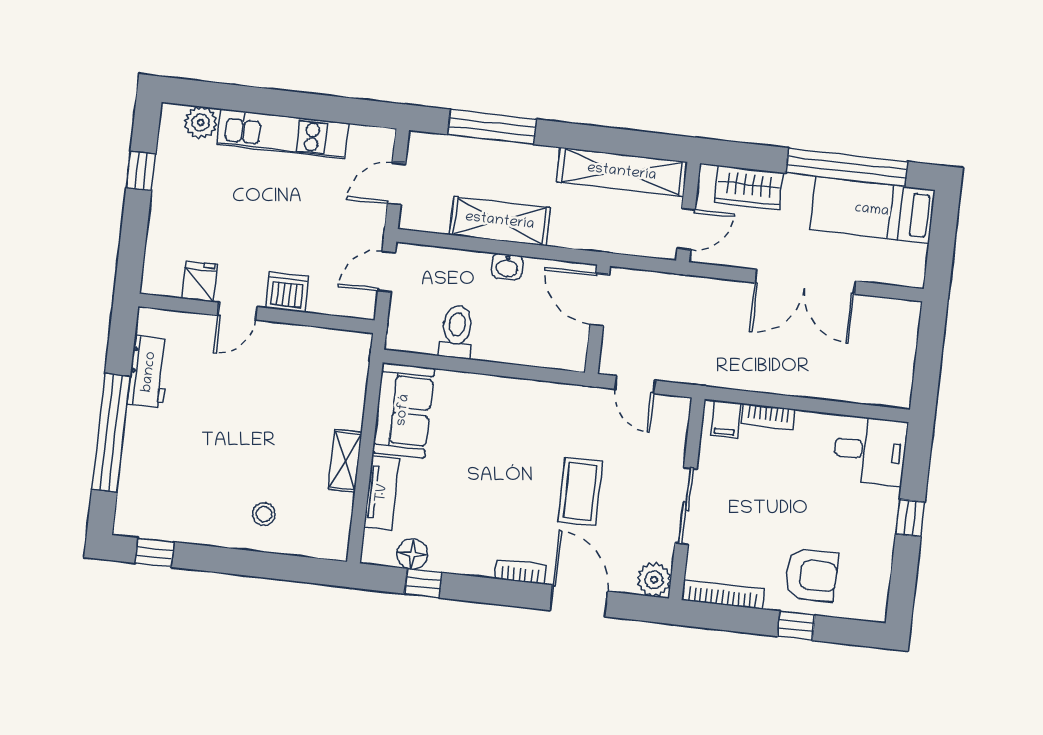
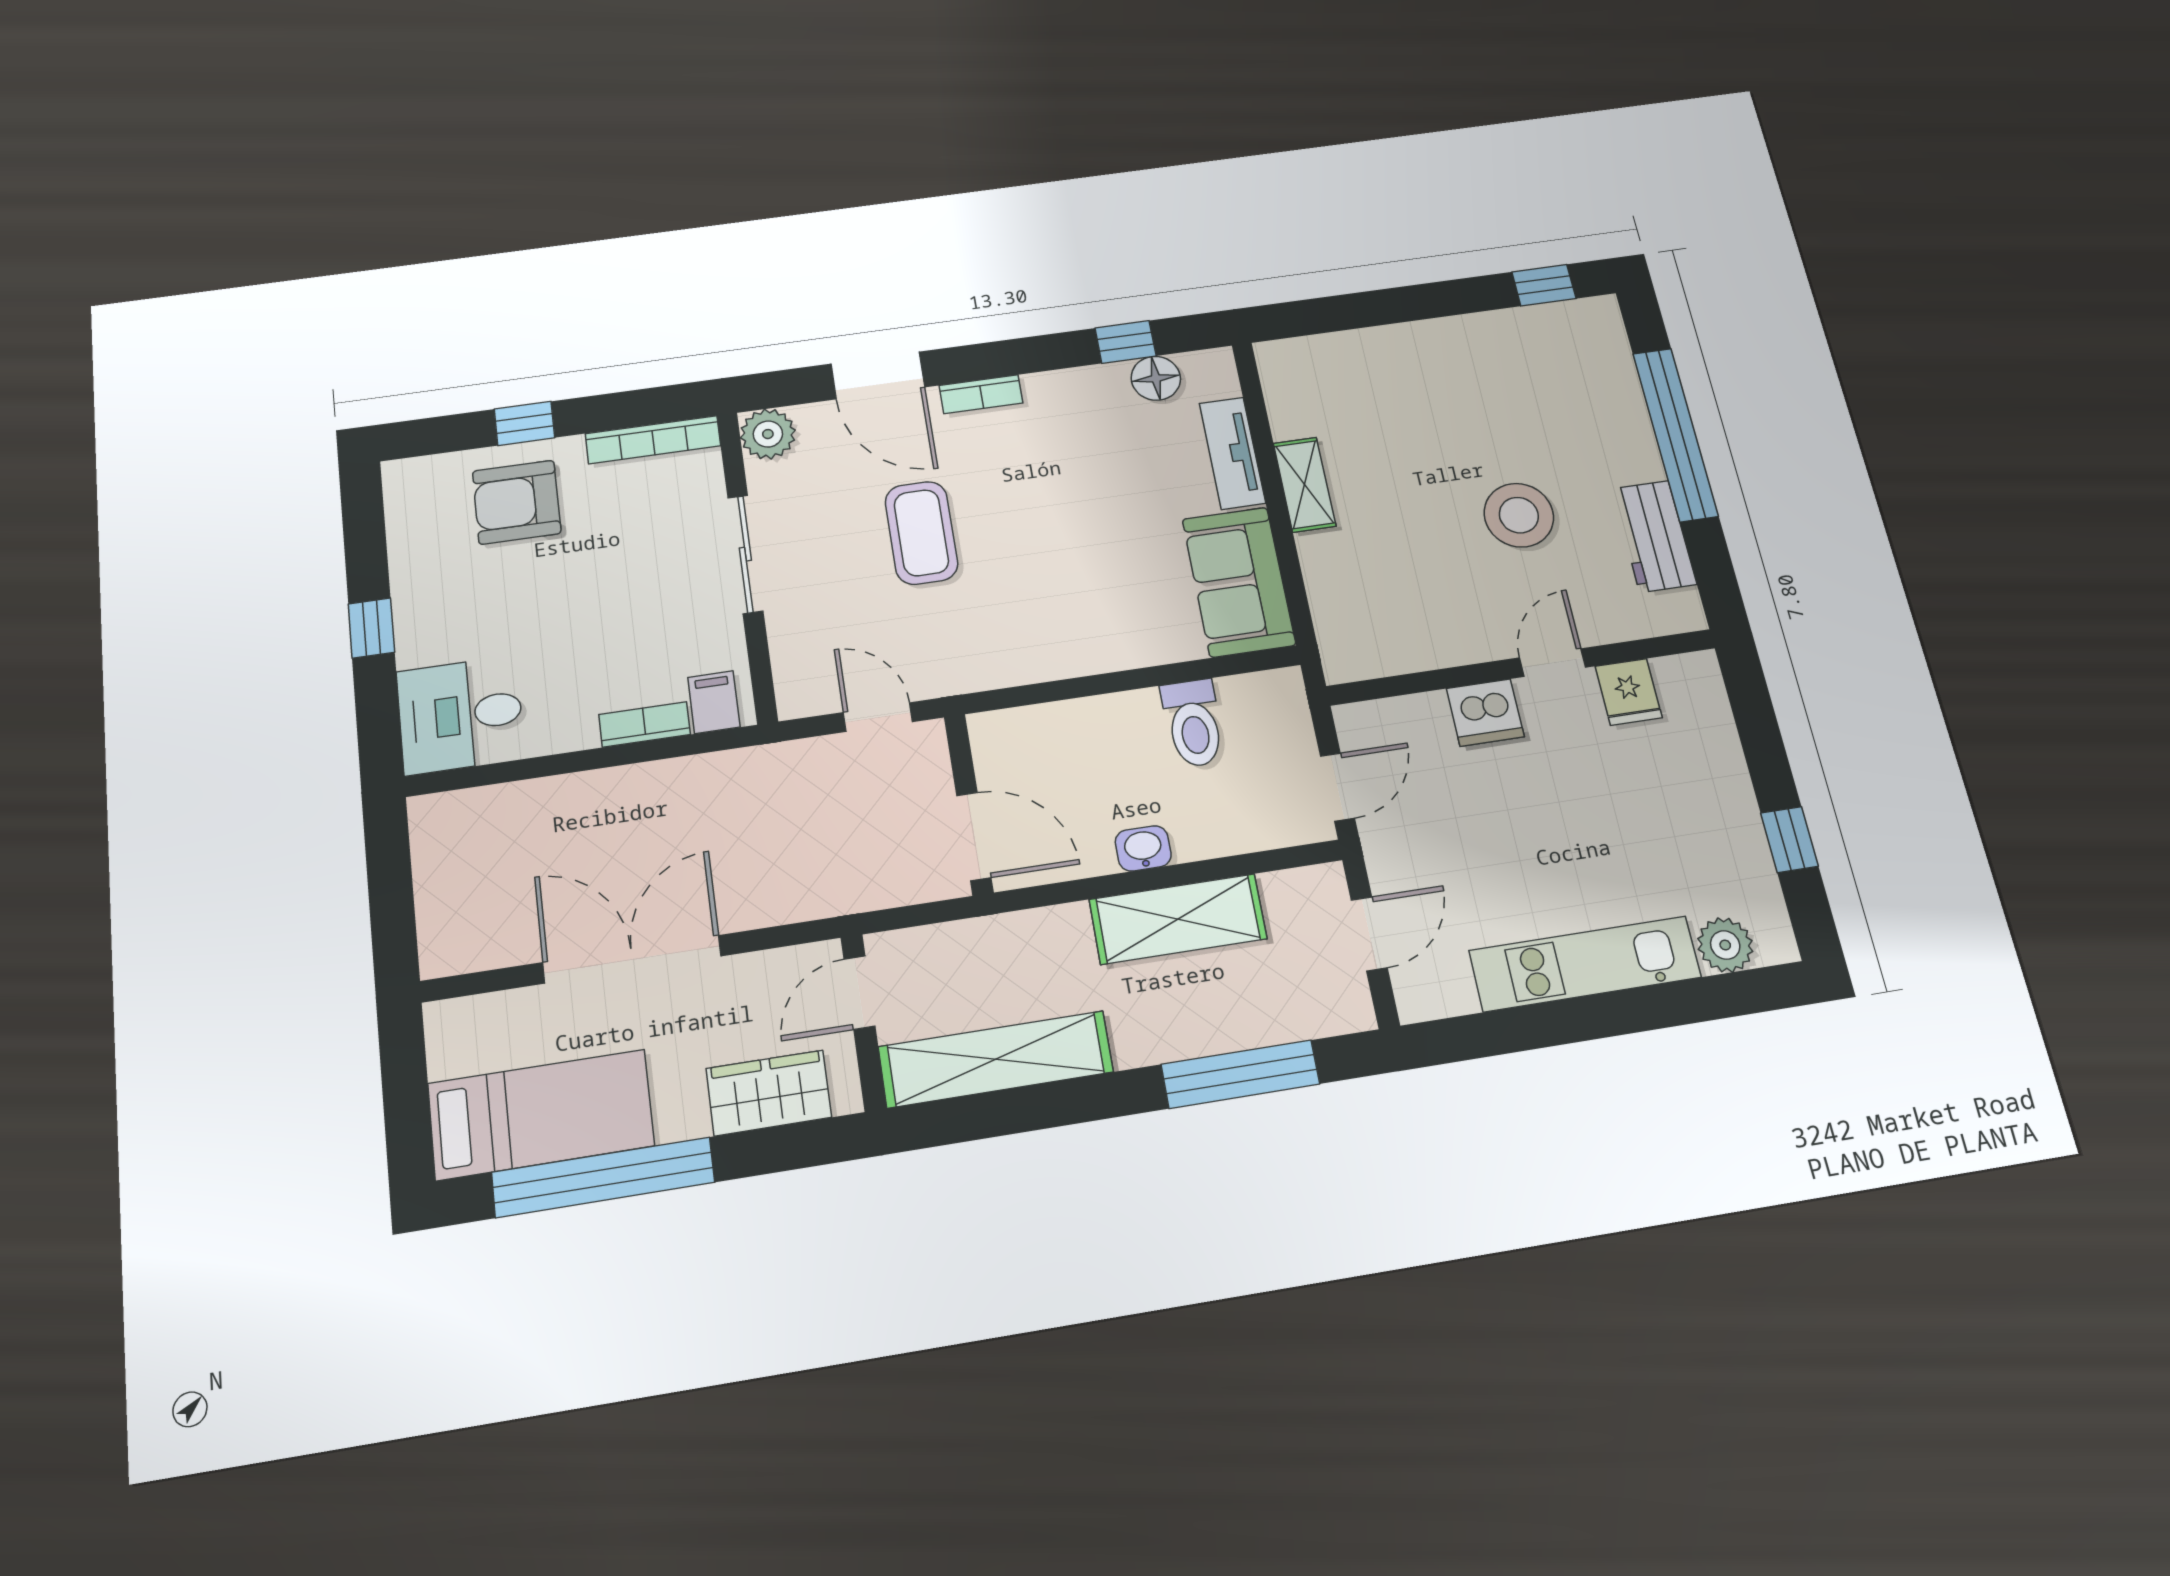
stool: (264, 514) -> (1519, 515), moved, width x1.89, depth x1.89

